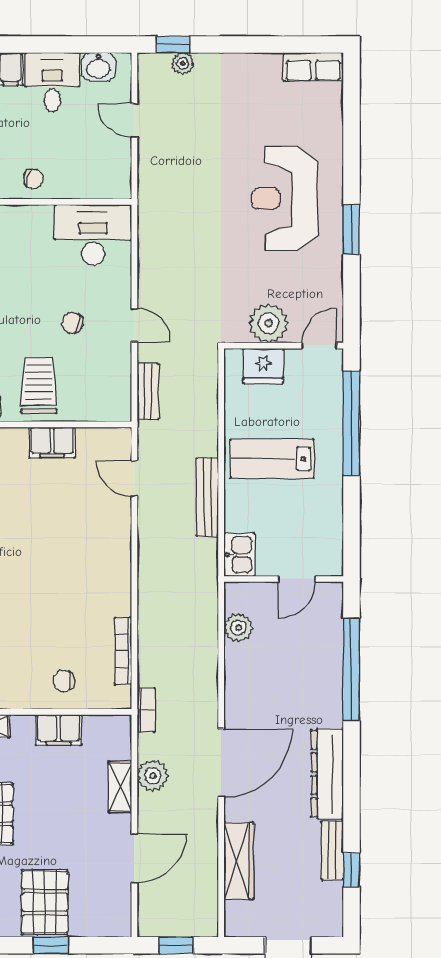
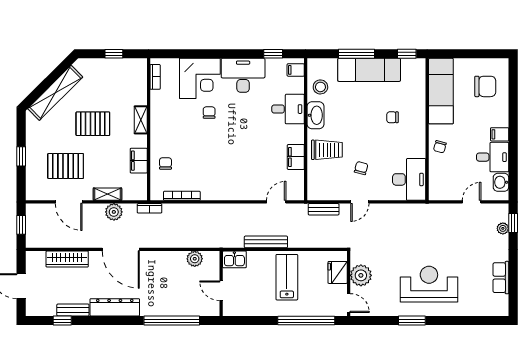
row of seats: (313, 67) -> (501, 278), moved
pallet: (45, 902) -> (66, 166), moved

